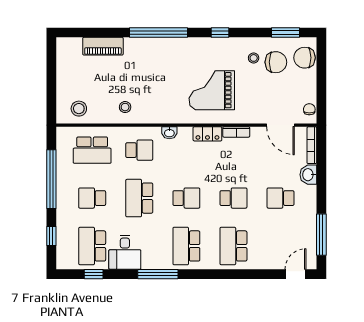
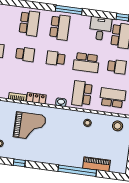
window: (159, 32) -> (77, 171), moved
school desk: (139, 150) -> (82, 94), width x1.85
school desk: (139, 198) -> (86, 63), turned 90
school desk: (233, 198) -> (25, 54), turned 180
window: (158, 274) -> (69, 10), moved

